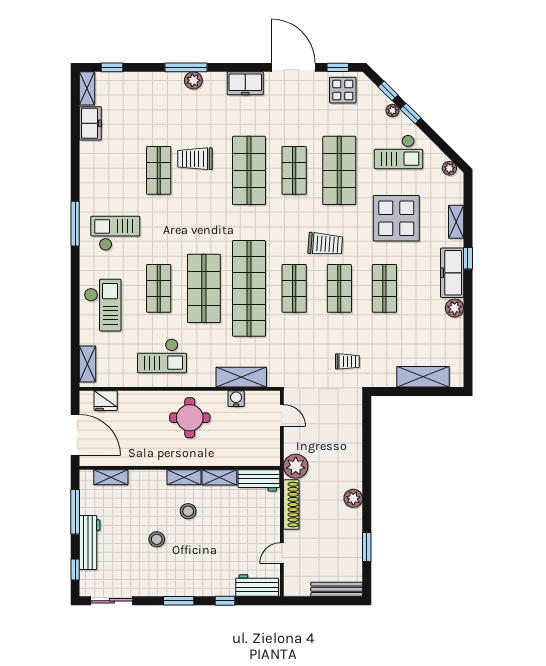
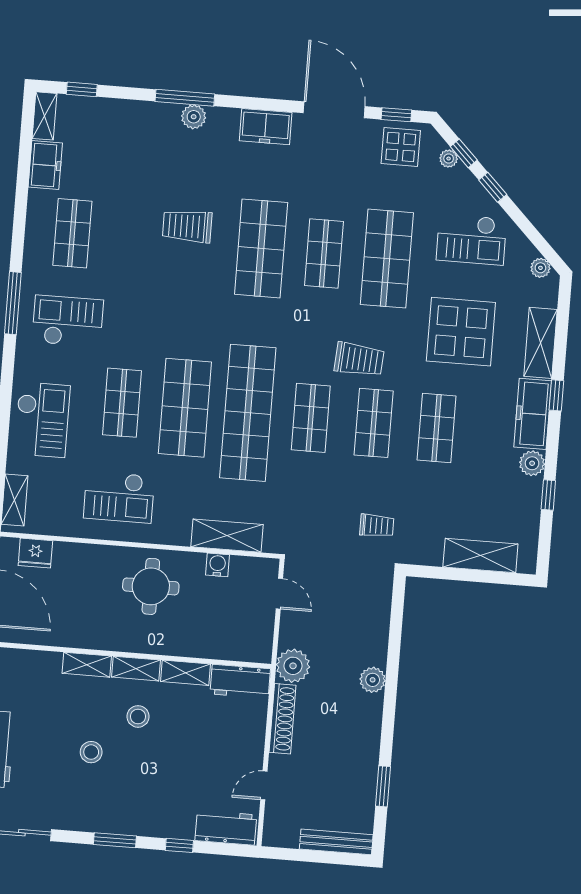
plant: (393, 111) -> (449, 159), moved
shop shelf: (159, 170) -> (72, 233), moved
shelving: (456, 222) -> (541, 343), width x1.50, depth x1.33
window: (468, 330) -> (548, 495), added
shelving: (111, 477) -> (87, 665), moved
plant: (353, 498) -> (373, 680), moved

